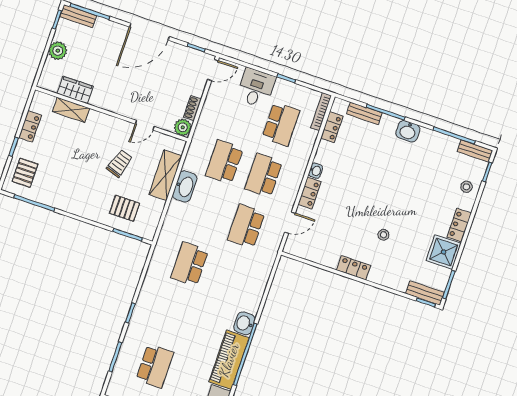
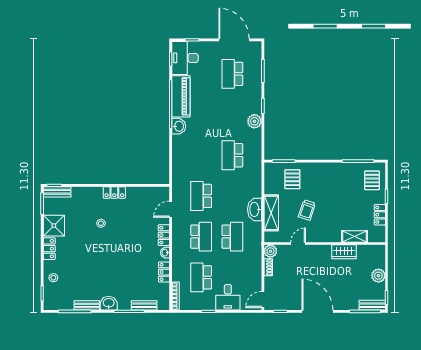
door: (149, 32) -> (317, 311), hinge flipped
wardrobe: (75, 90) -> (344, 252), moved
locker: (332, 127) -> (164, 272), moved
bench: (475, 151) -> (87, 305), moved
pallet: (125, 208) -> (292, 179), turned 90
school desk: (246, 226) -> (201, 196), turned 180
school desk: (190, 264) -> (232, 155), turned 180
plant: (147, 297) -> (254, 121), added

